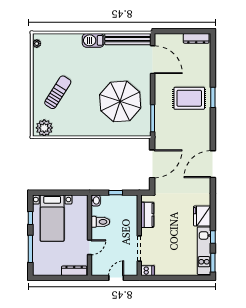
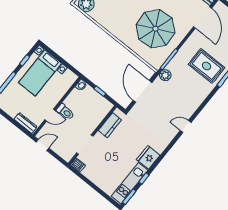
plant: (160, 134) -> (165, 75), added
door: (152, 164) -> (142, 91), swing flipped
door: (213, 164) -> (186, 127), width x0.53
toilet: (100, 222) -> (65, 112), moved
door: (116, 278) -> (43, 145), moved

